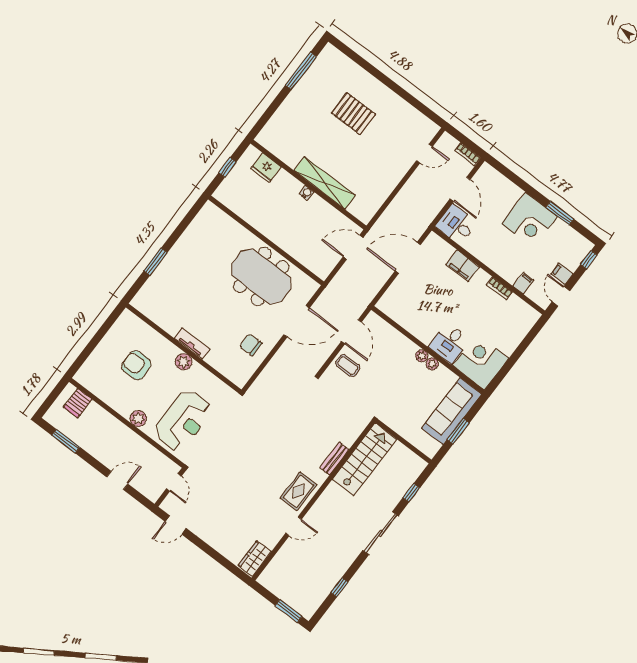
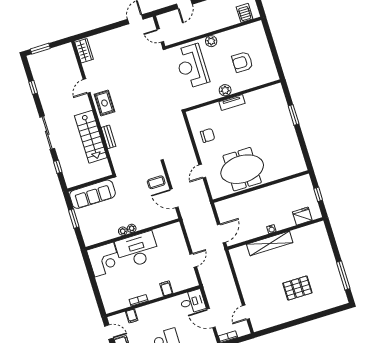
door: (408, 258) -> (193, 260), width x0.53
filing cabinet: (463, 266) -> (166, 288), width x0.50
door: (297, 321) -> (202, 171), width x0.53
desk: (449, 343) -> (137, 250), width x1.87, depth x1.30
armchair: (136, 365) -> (242, 62), turned 180
sofa: (452, 411) -> (92, 194), moved, turned 90
stairs: (364, 459) -> (91, 137), moved

